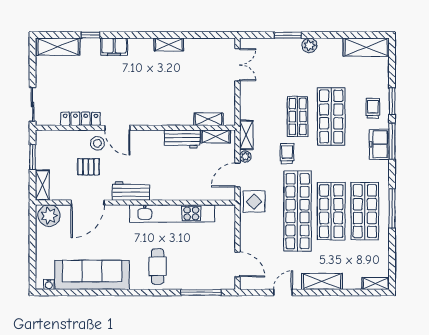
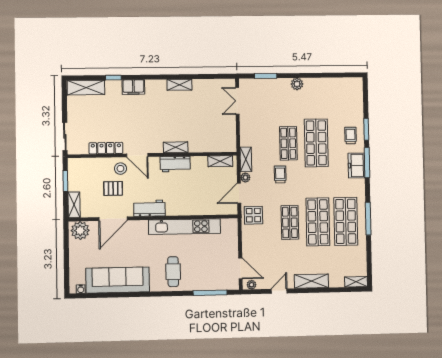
window: (288, 35) -> (266, 76), moved
shelving: (366, 47) -> (344, 85), removed
double door: (237, 65) -> (237, 101), swing flipped
shelving: (208, 119) -> (176, 147), moved
workbench: (182, 139) -> (175, 164), moved
shop shelf: (298, 211) -> (290, 222), width x0.50, depth x0.74
plant: (250, 284) -> (251, 285), added

